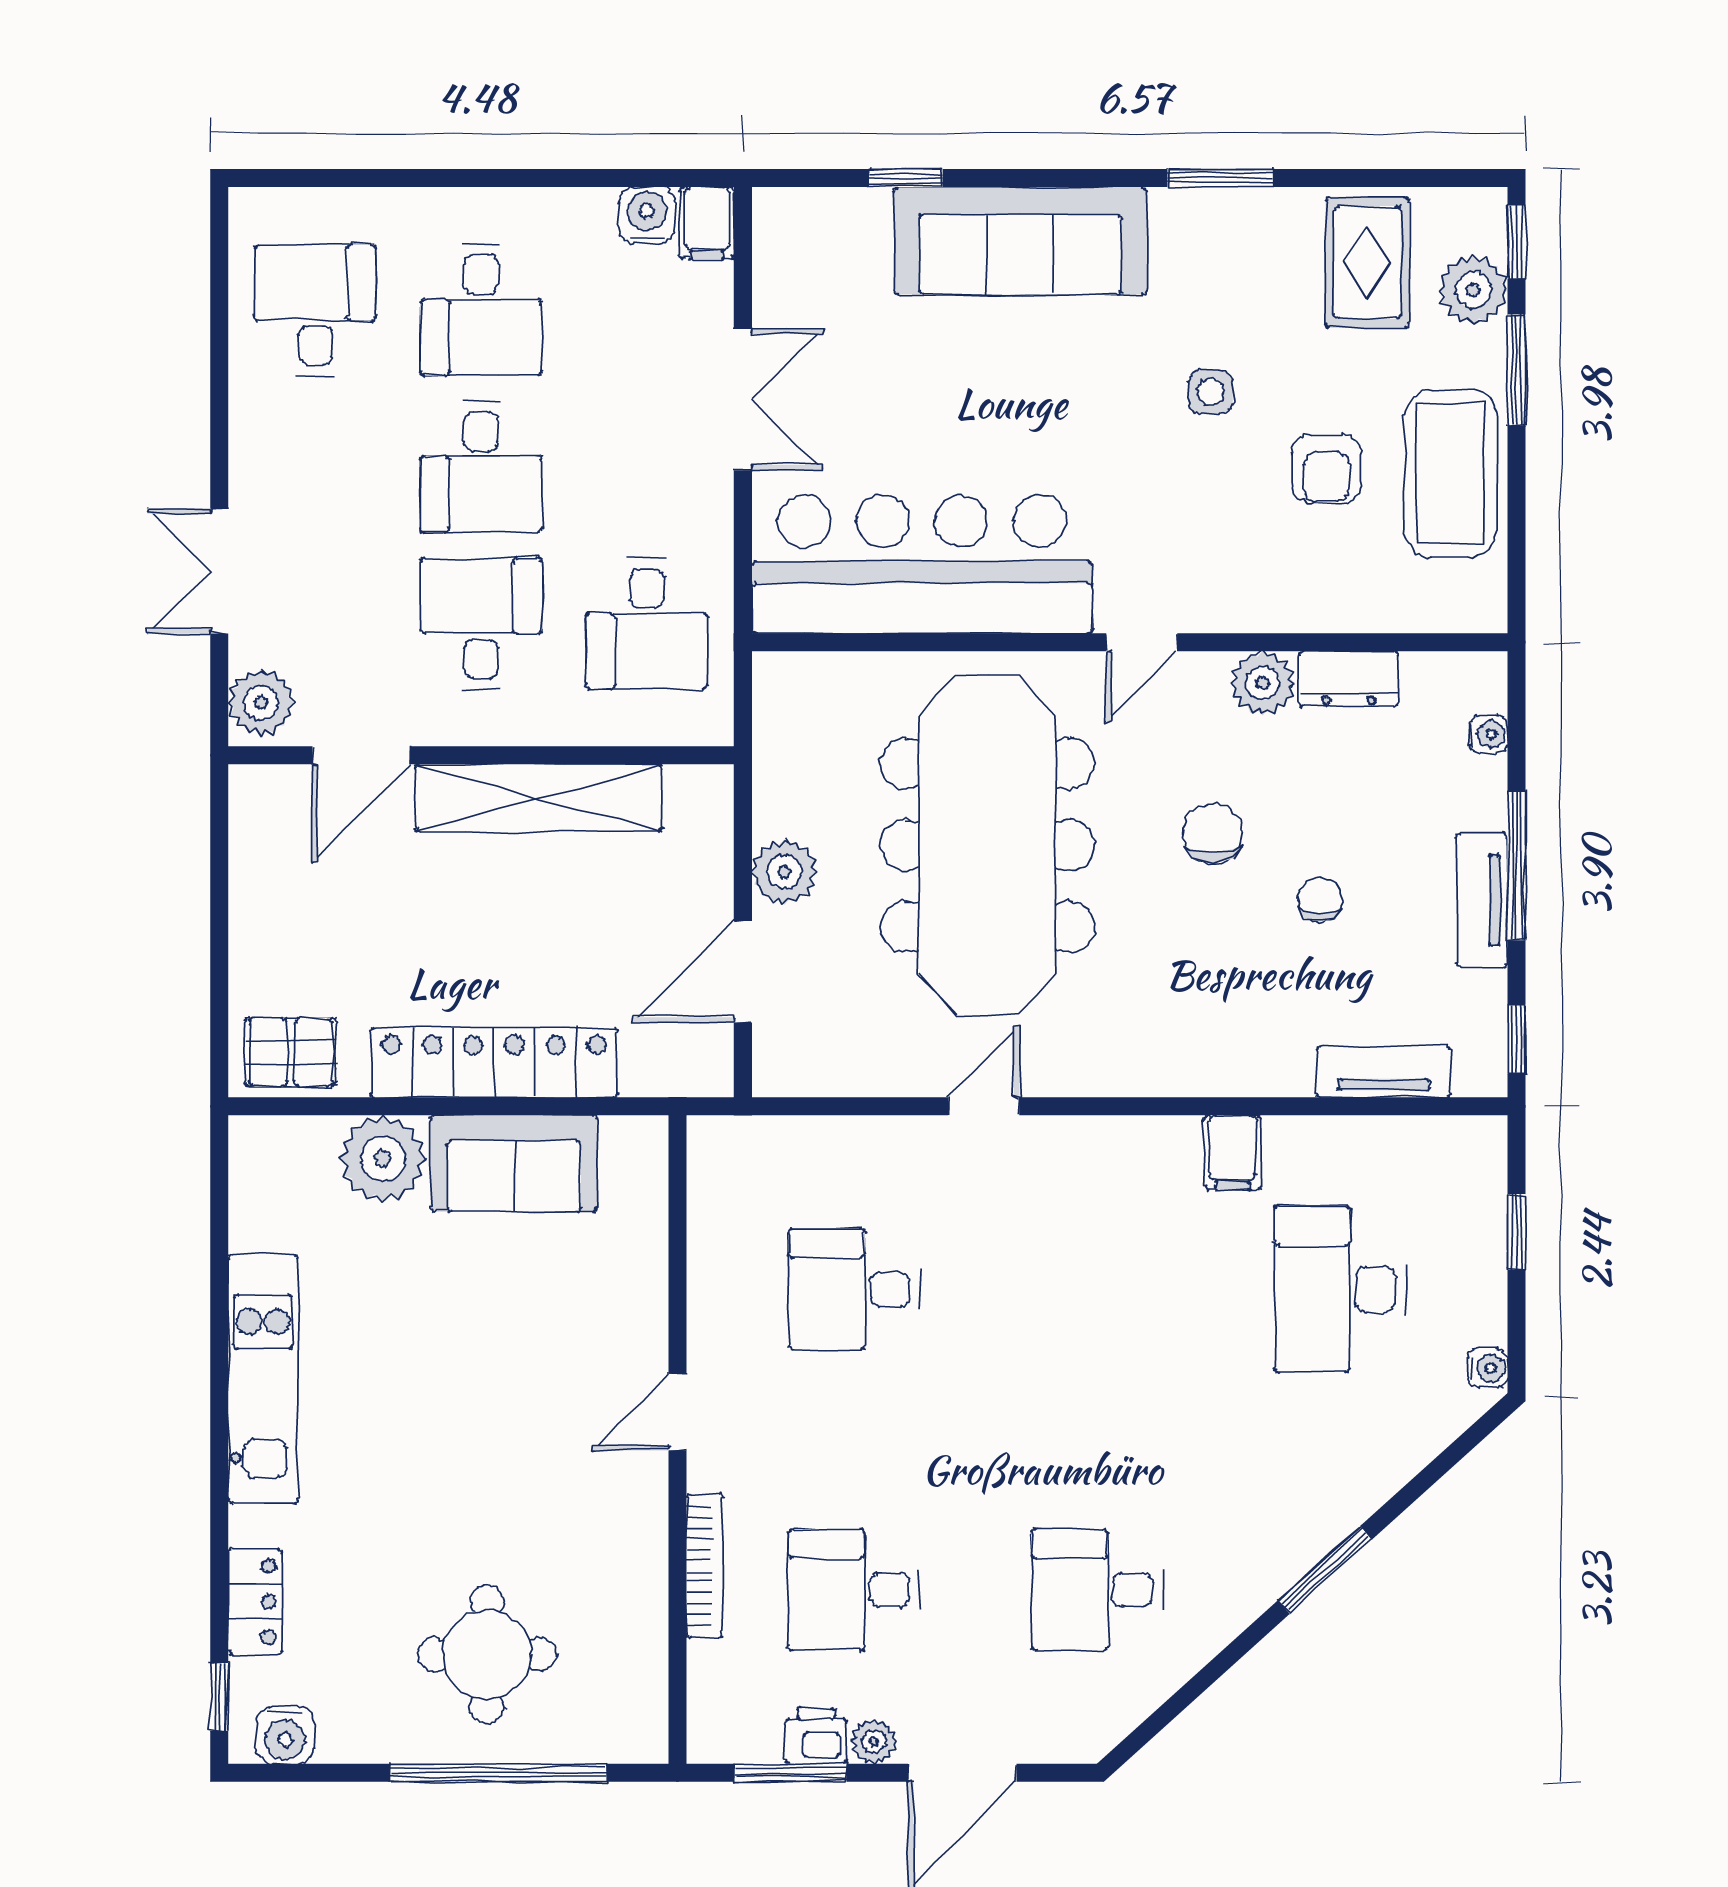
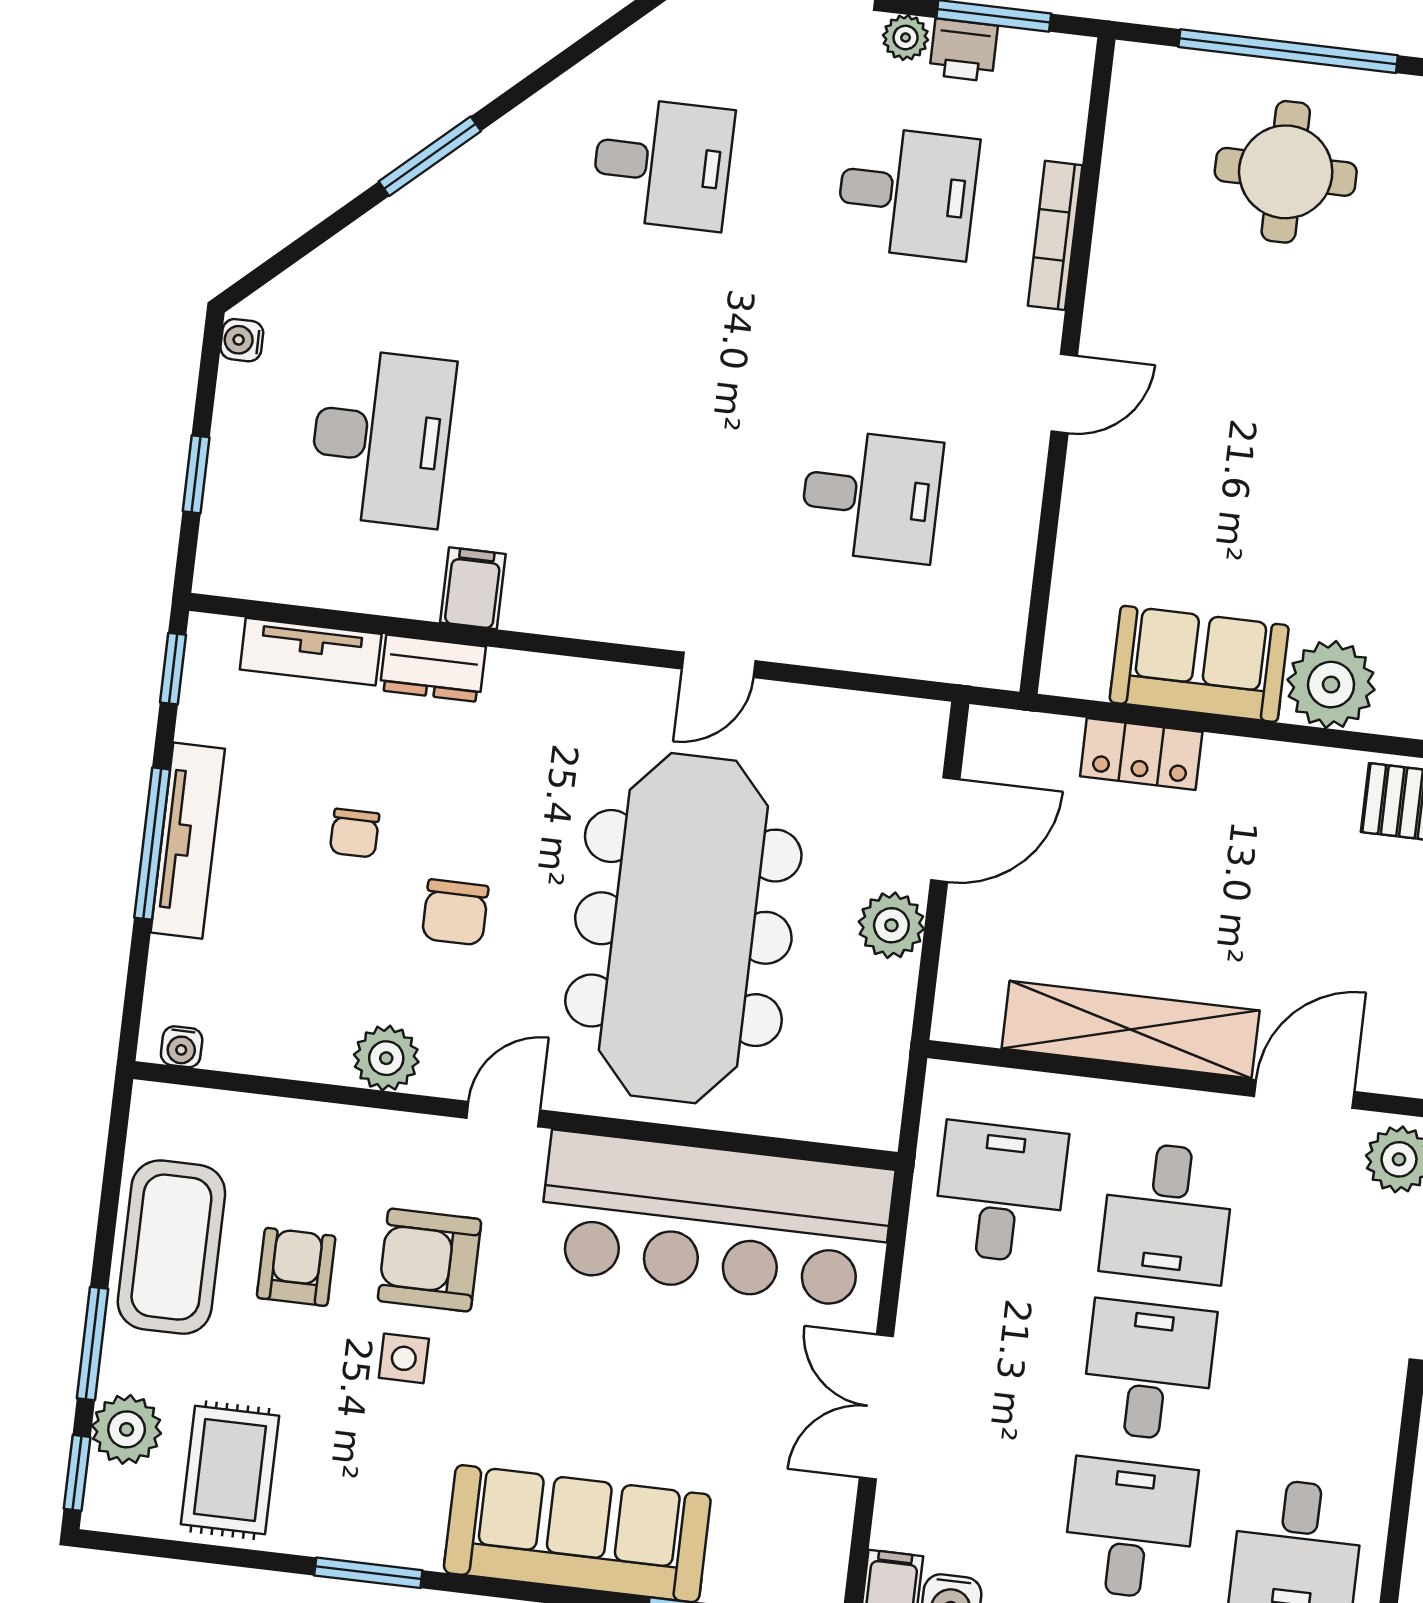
armchair: (1197, 491) -> (429, 1260), added
dresser: (1349, 679) -> (433, 668), moved, turned 180
water cooler: (1488, 734) -> (182, 1047), moved, turned -90
tv unit: (1482, 900) -> (188, 841), width x1.41
locker: (494, 1062) -> (1141, 754), width x0.46, depth x0.83

